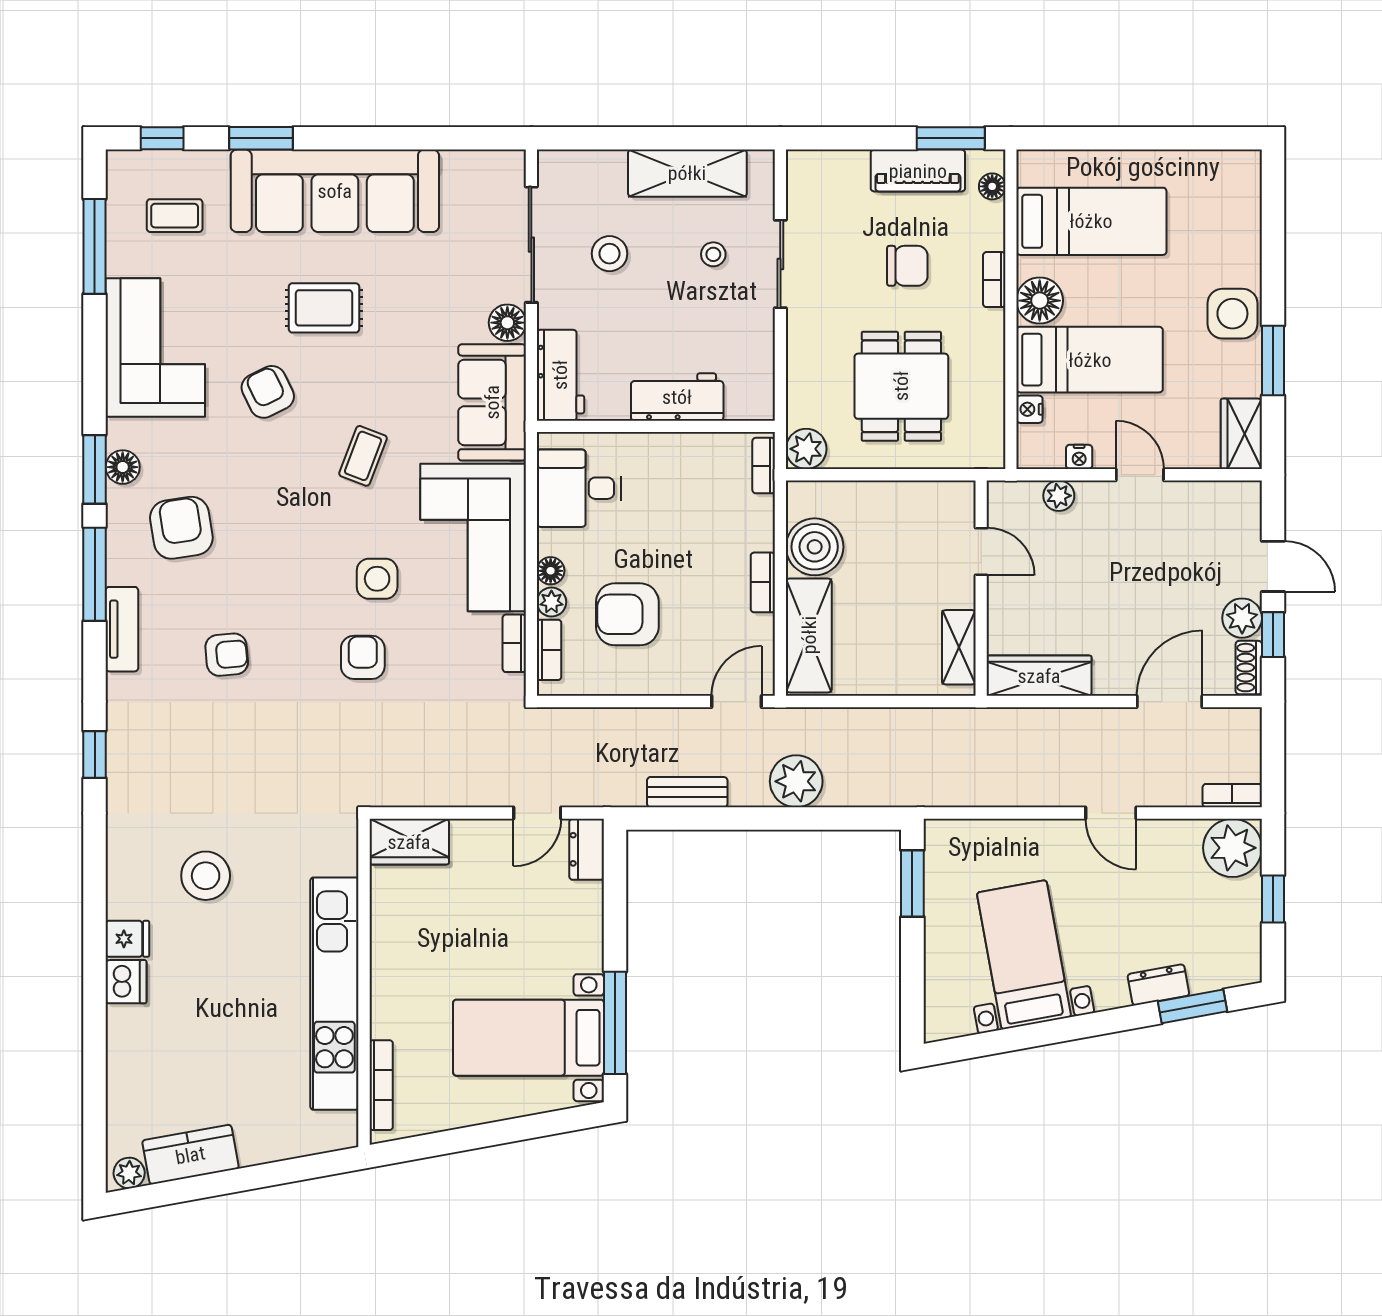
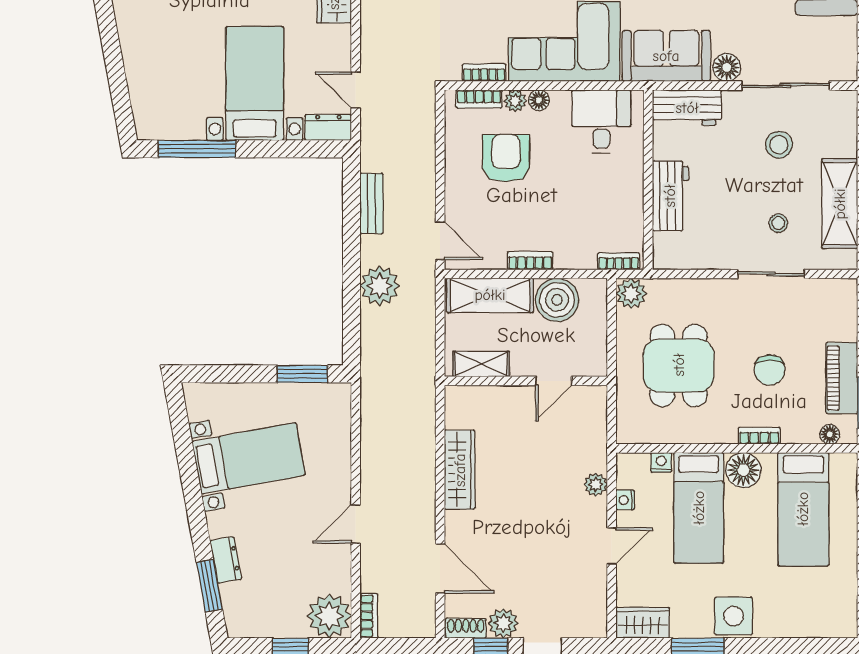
dining table: (901, 386) -> (679, 365), turned 90
door: (981, 551) -> (554, 381), moved
wall: (981, 588) -> (526, 381), moved
shelving: (959, 647) -> (481, 364), moved
bed with nightstands: (529, 1038) -> (255, 83), moved

